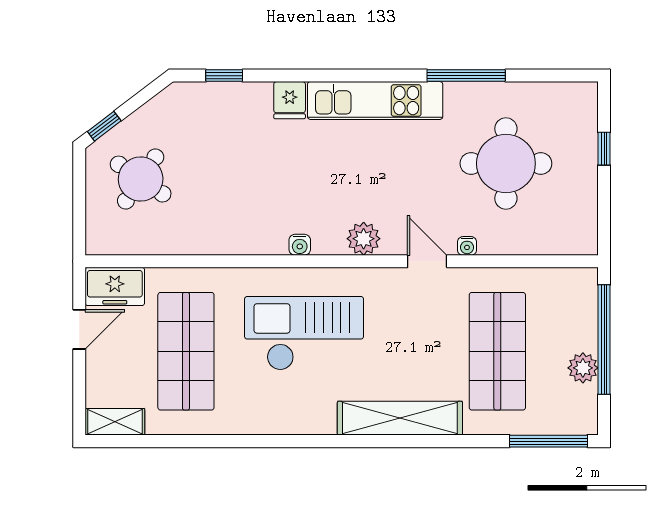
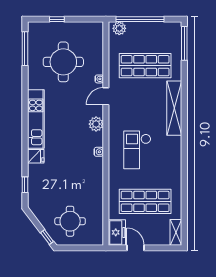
window: (466, 76) -> (25, 49), moved
round table: (141, 179) -> (70, 221), turned -34
checkout: (304, 333) -> (137, 150), width x0.73, depth x0.83
plant: (583, 368) -> (119, 28), moved

